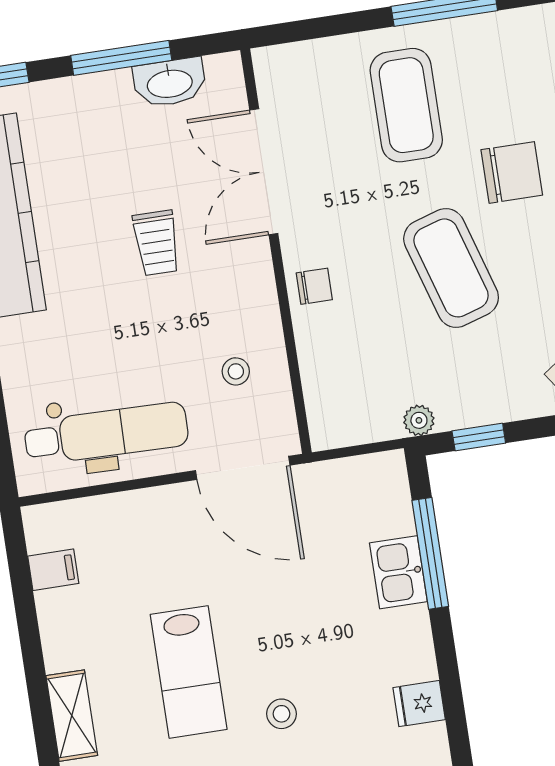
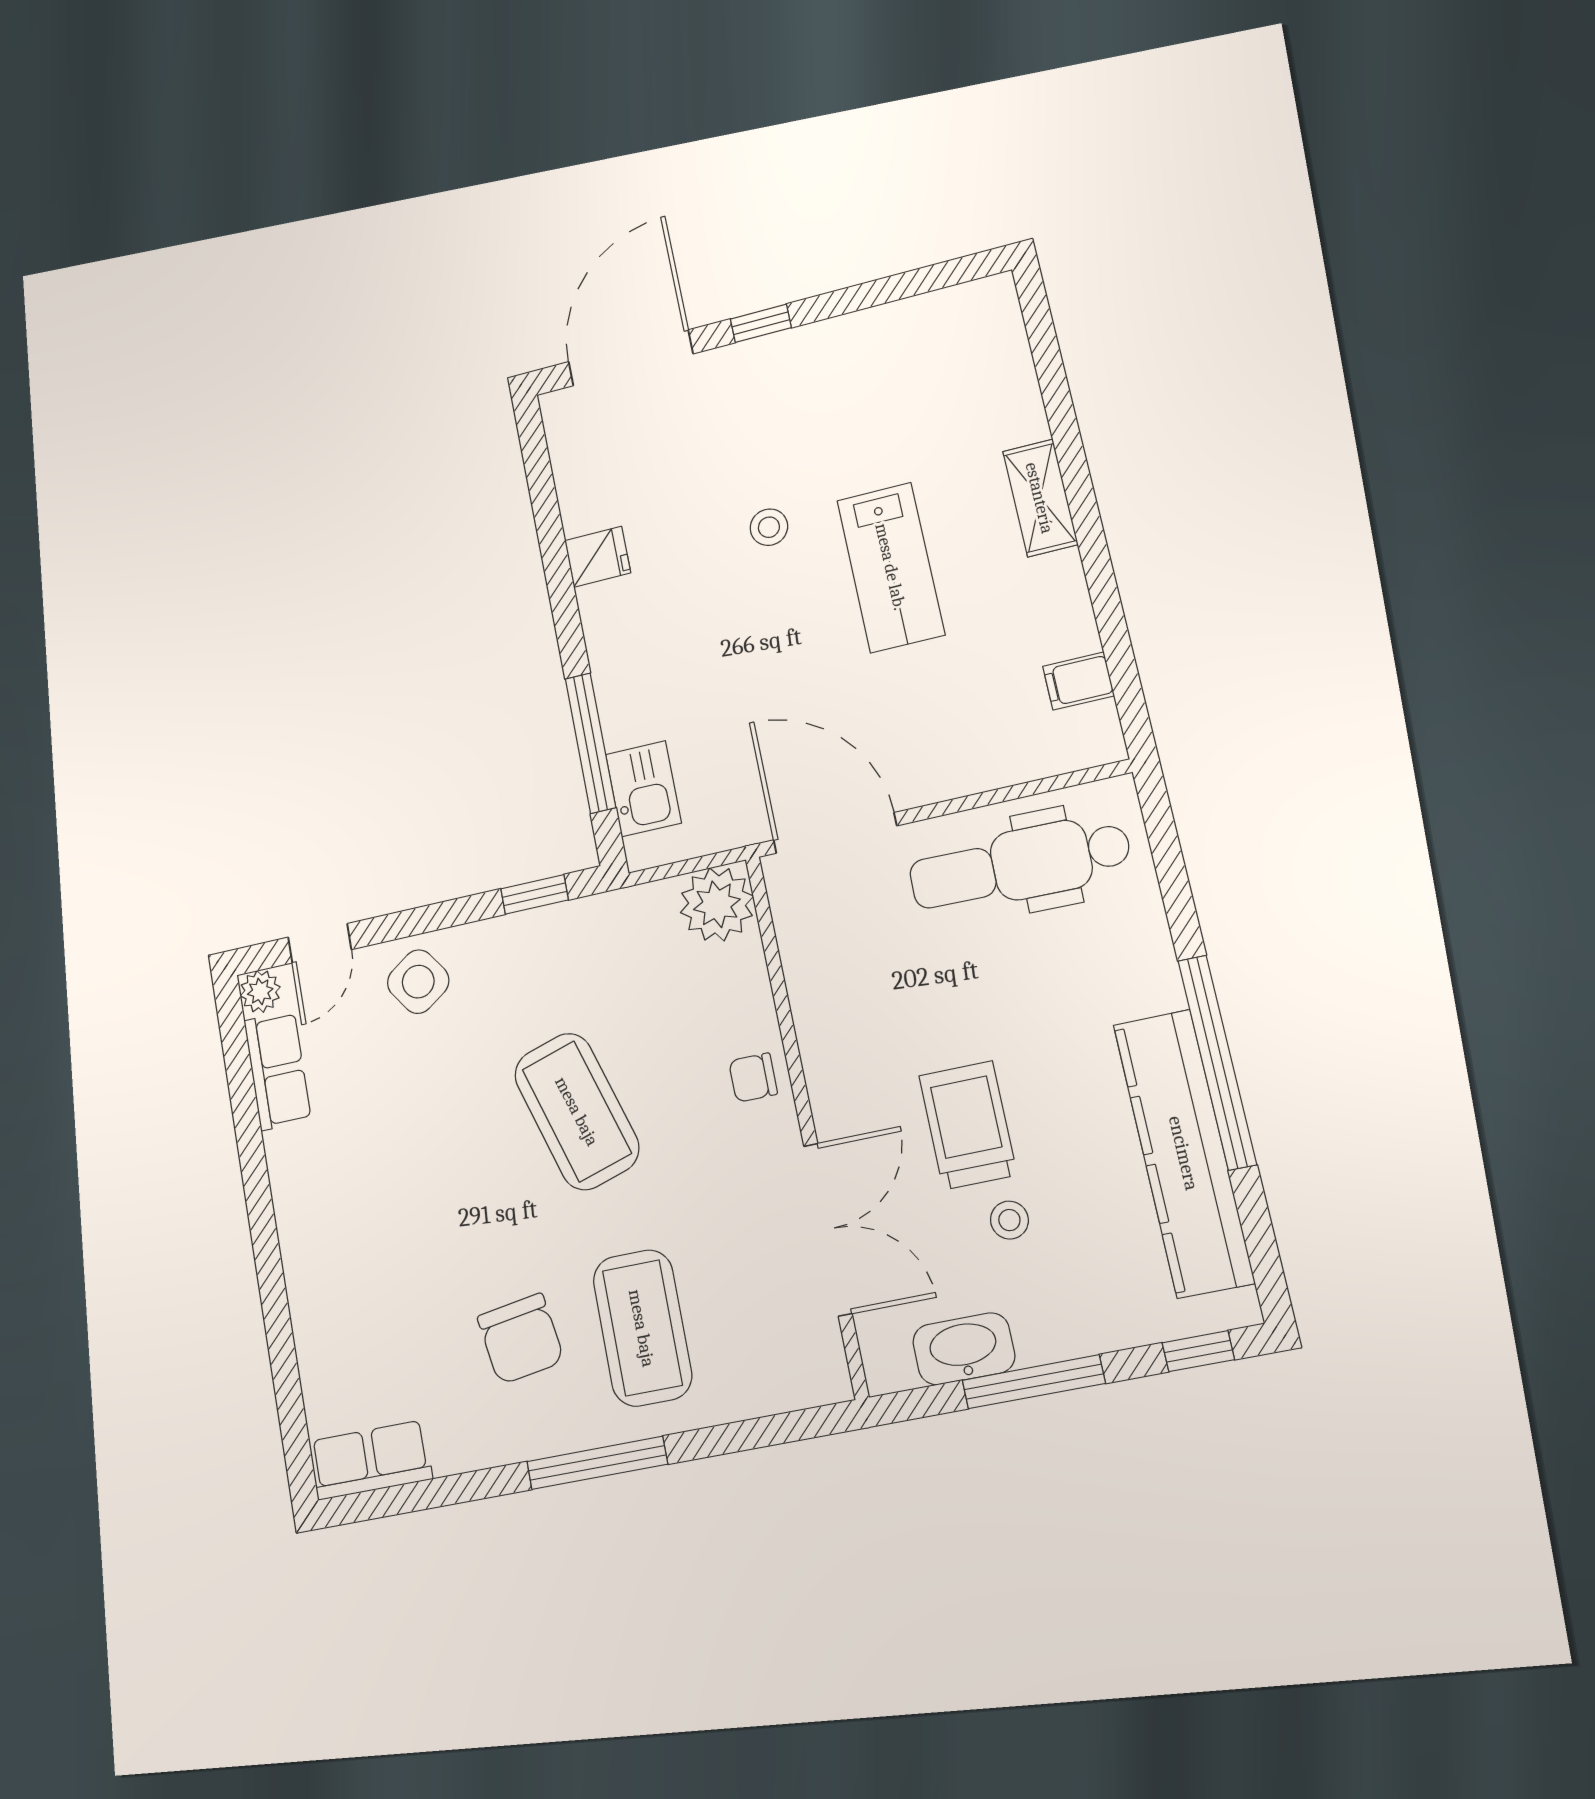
chair: (512, 172) -> (521, 1339), moved, turned -99
trolley: (156, 243) -> (968, 1125), width x1.36, depth x1.39
stool: (236, 371) -> (1009, 1220), moved
plant: (419, 420) -> (717, 904), moved, width x1.88, depth x1.88
kitchen sink: (398, 572) -> (643, 789), moved
lab bench: (189, 672) -> (891, 567), turned 180

